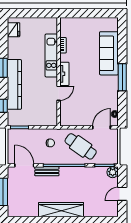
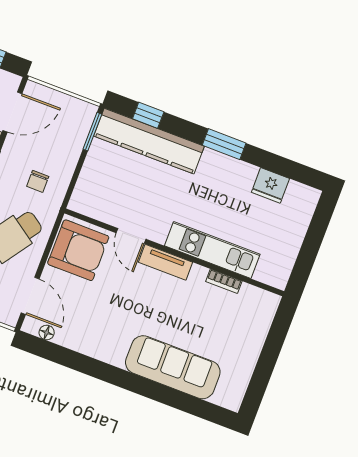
fridge: (14, 30) -> (270, 185), moved
window: (122, 77) -> (115, 376), removed
kitchen counter: (14, 84) -> (149, 141), moved
armchair: (74, 114) -> (78, 250), added

